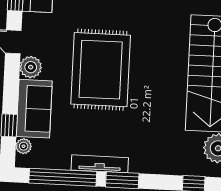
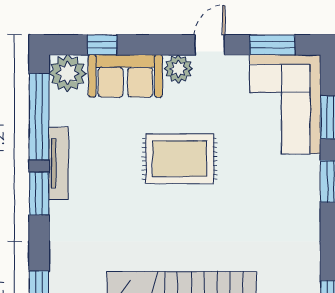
rug: (101, 70) -> (180, 159), width x0.73, depth x0.69
plant: (24, 146) -> (68, 73), width x1.87, depth x1.87

